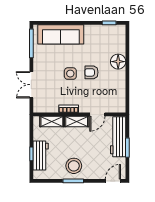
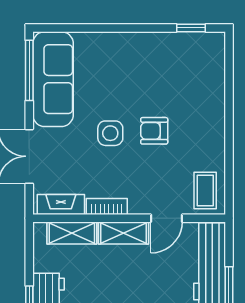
sofa: (61, 34) -> (53, 79), moved, turned -90
floor lamp: (118, 62) -> (210, 108), removed
coffee table: (116, 101) -> (205, 190), added
fireplace: (47, 108) -> (61, 205), added

